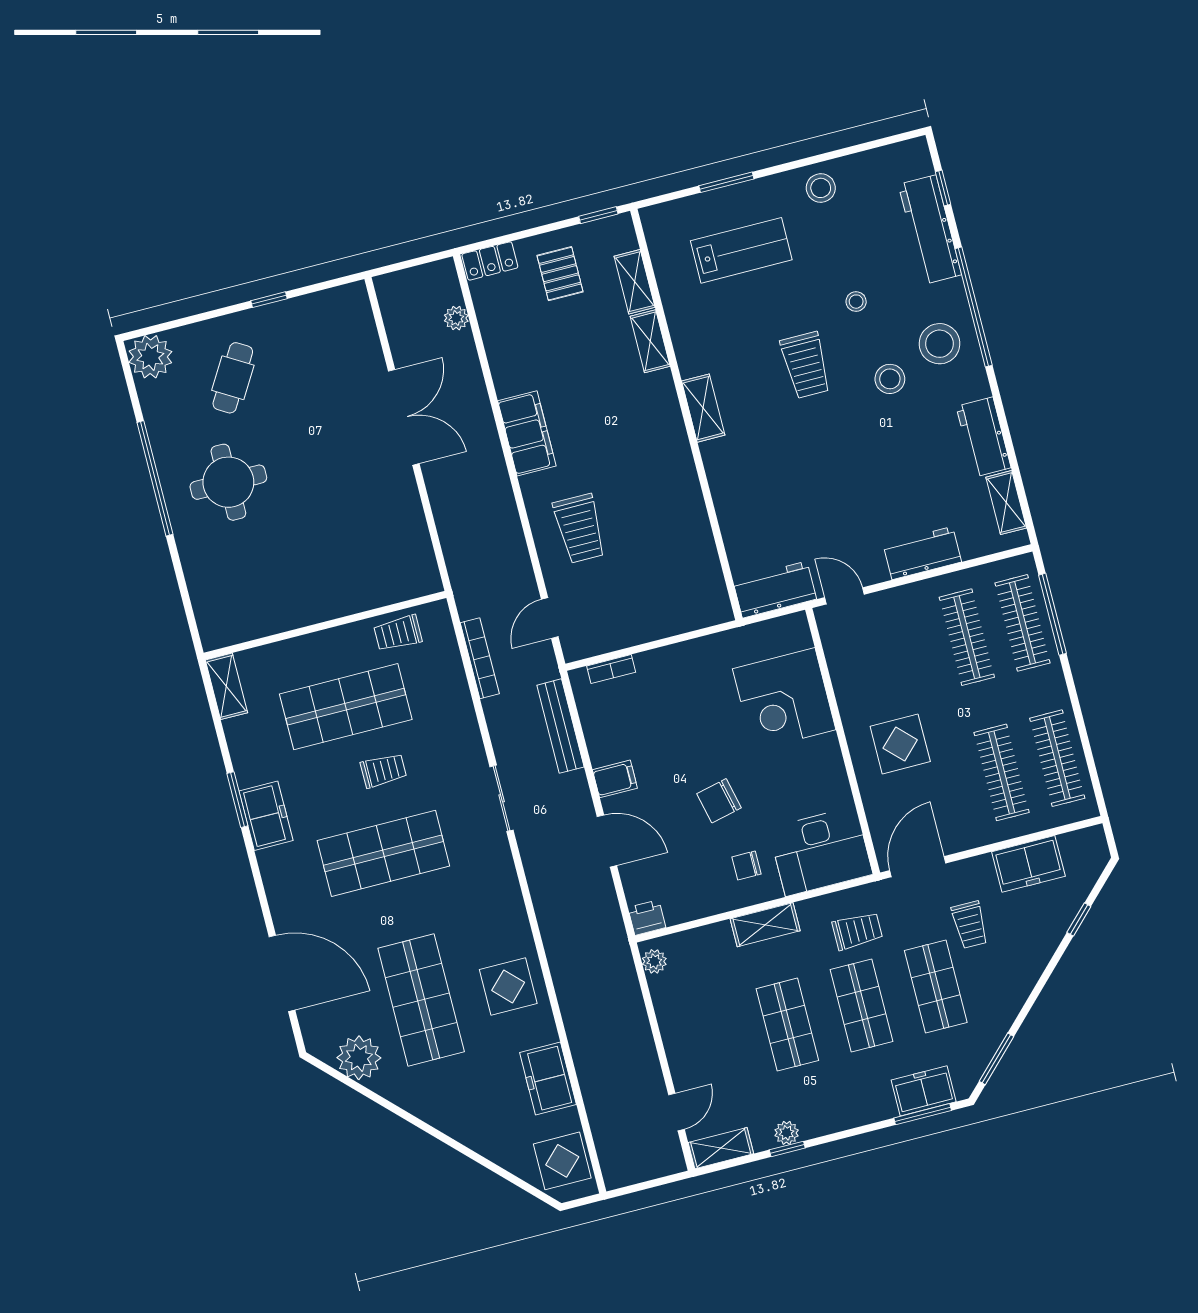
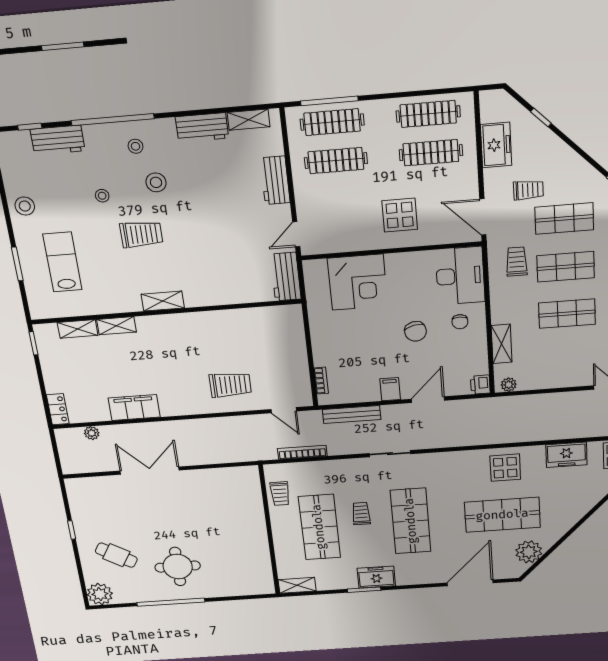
workbench: (930, 230) -> (58, 140), width x0.73
pallet: (560, 274) -> (69, 371), removed
stool: (939, 344) -> (136, 146), width x0.53, depth x0.53
filing cabinet: (527, 433) -> (134, 408), moved
shelving: (765, 925) -> (502, 344), moved

